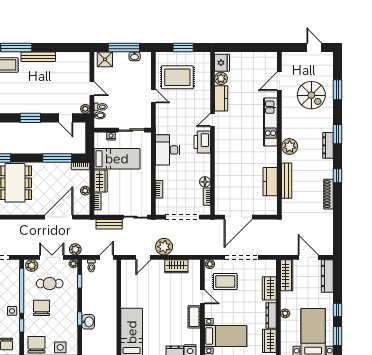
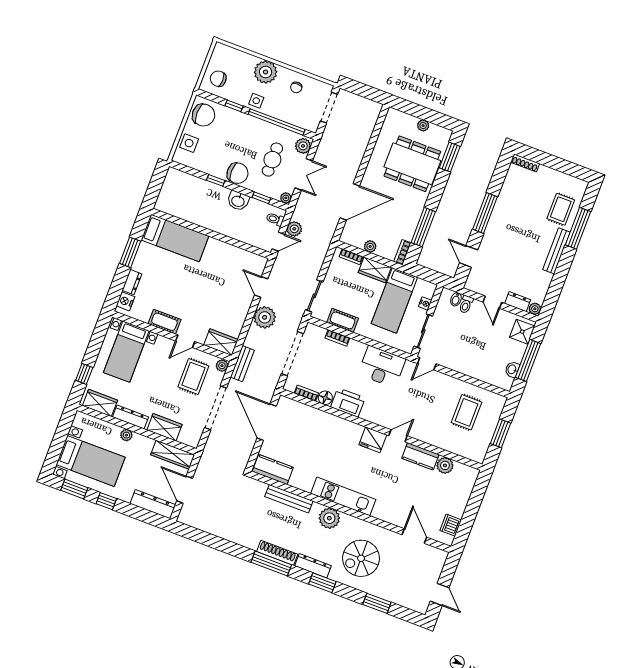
door: (314, 47) -> (440, 594), hinge flipped
dishwasher: (262, 58) -> (451, 525), added
fridge: (222, 63) -> (373, 440), moved
dresser: (85, 71) -> (518, 302), added
rug: (177, 77) -> (467, 412), width x0.73, depth x0.70
door: (92, 89) -> (492, 302), hinge flipped
spiral stairs: (311, 95) -> (361, 558), moved
door: (153, 96) -> (427, 364), moved
plant: (85, 109) -> (535, 309), moved
window: (30, 118) -> (485, 213), width x1.44
door: (66, 118) -> (469, 256), hinge flipped
door: (212, 120) -> (398, 436), hinge flipped
kitchen unit: (270, 122) -> (343, 496), moved
printer: (202, 142) -> (348, 402), moved
window: (338, 176) -> (271, 563), width x2.17
kitchen counter: (270, 182) -> (273, 469), moved
cot: (145, 190) -> (343, 320), added
shoe rack: (328, 194) -> (277, 553), moved
door: (59, 217) -> (350, 202), hinge flipped
bench: (109, 224) -> (242, 364), moved
plant: (75, 249) -> (294, 229), moved
door: (106, 257) -> (278, 242), hinge flipped
door: (308, 257) -> (185, 490), swing flipped
wardrobe: (176, 266) -> (221, 342), moved, turned 90
chair: (41, 308) -> (237, 173), moved
washbasin: (88, 322) -> (238, 201), moved

